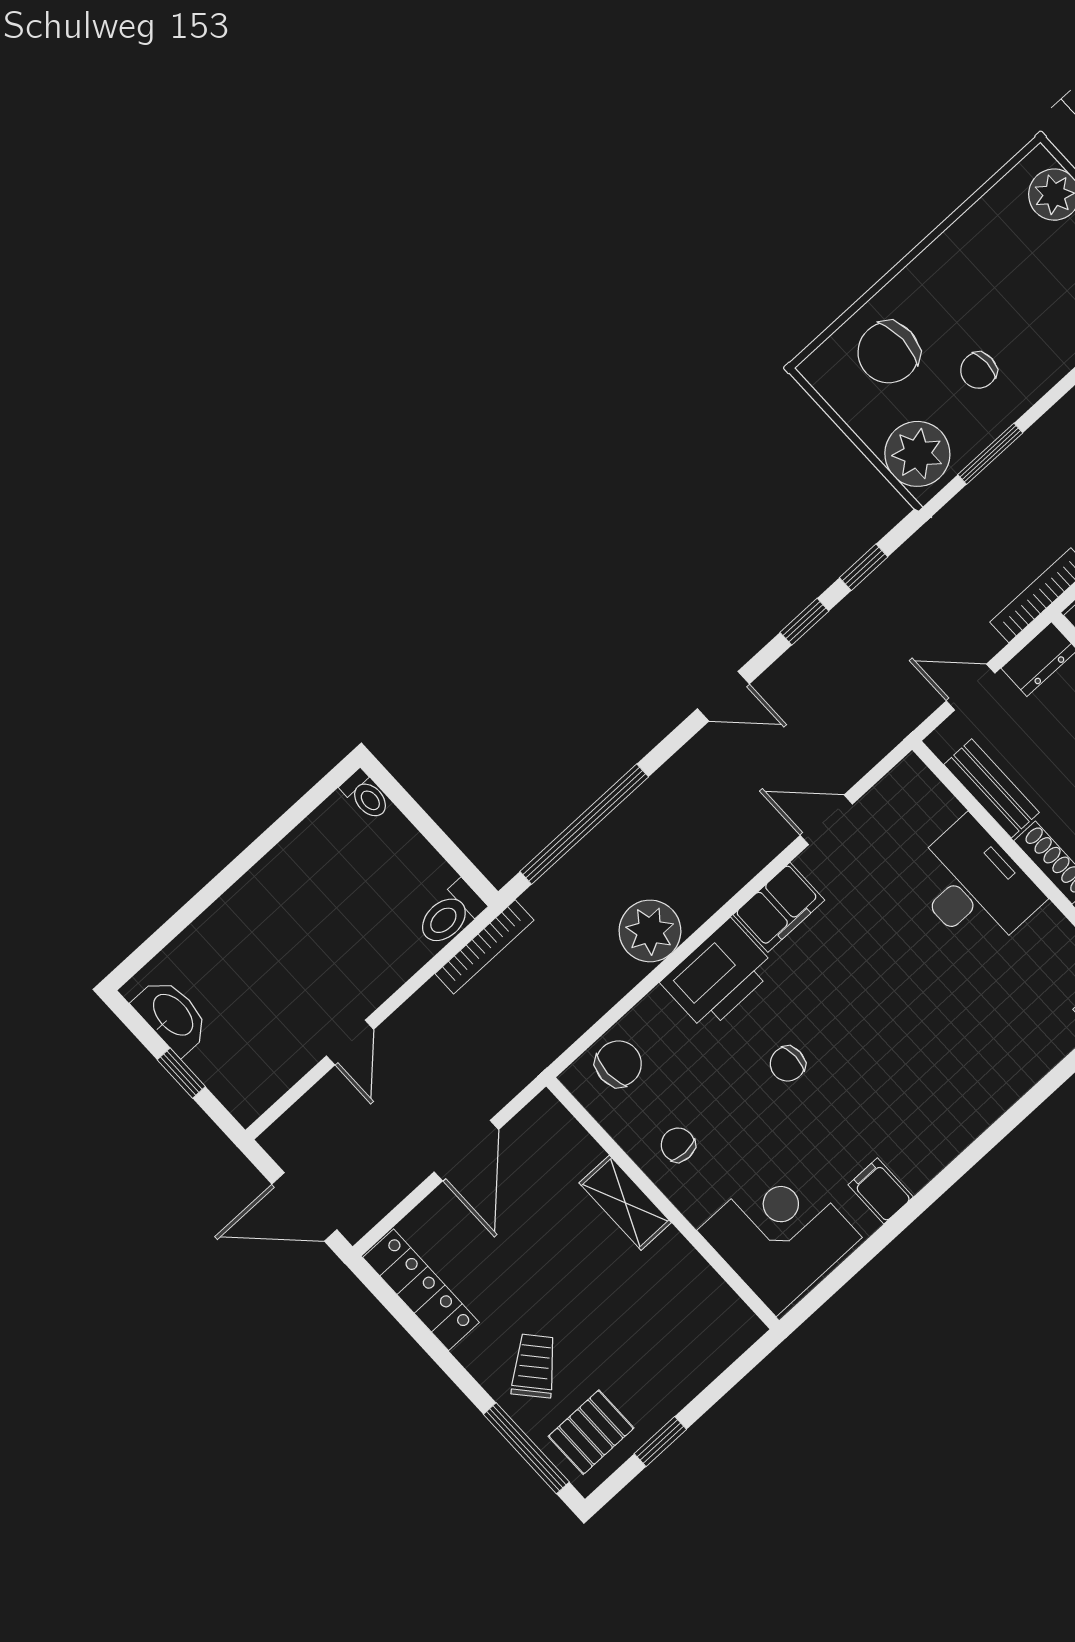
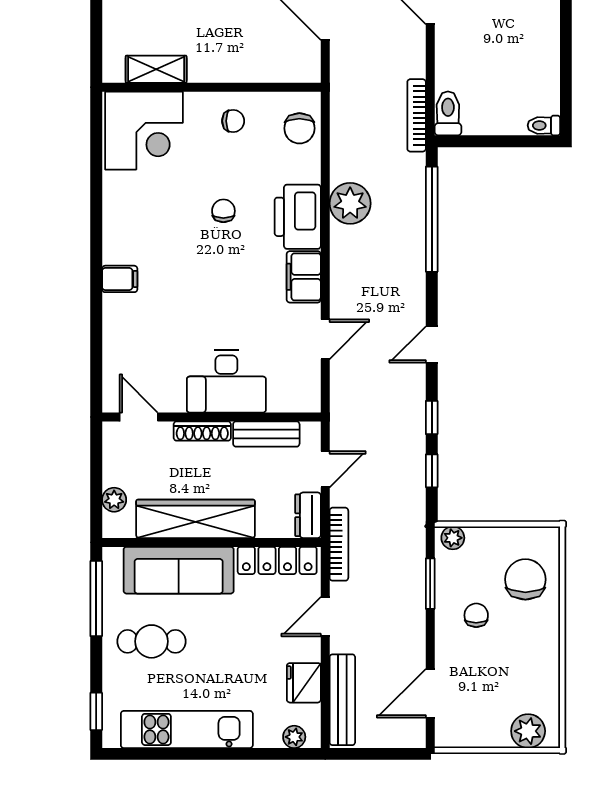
plant: (917, 454) -> (453, 538), width x0.53, depth x0.53
filing cabinet: (881, 1191) -> (120, 279), moved
shelving: (625, 1203) -> (156, 69), moved

